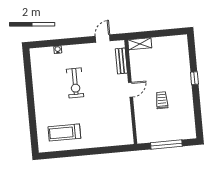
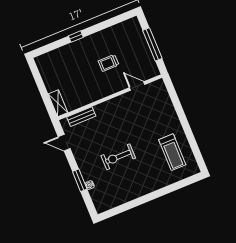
window: (65, 42) -> (80, 180), added
exercise bike: (75, 83) -> (118, 157), turned 180
door: (131, 90) -> (137, 86), moved

